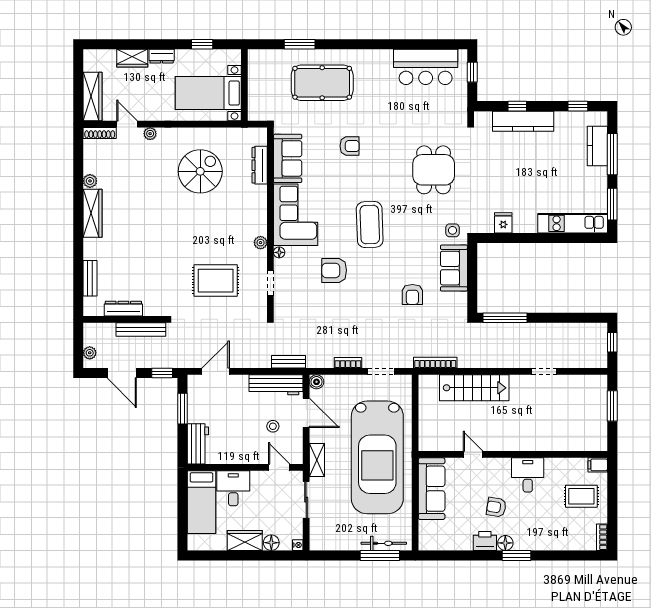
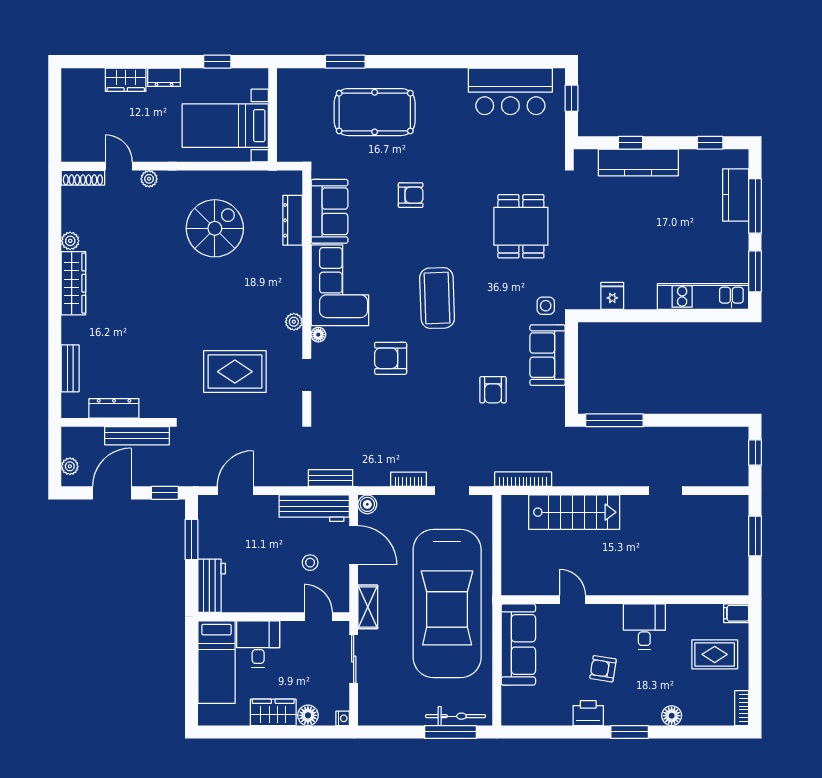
wardrobe: (93, 96) -> (74, 130), removed
door: (122, 373) -> (112, 493), swing flipped
floor lamp: (505, 543) -> (672, 716), moved

